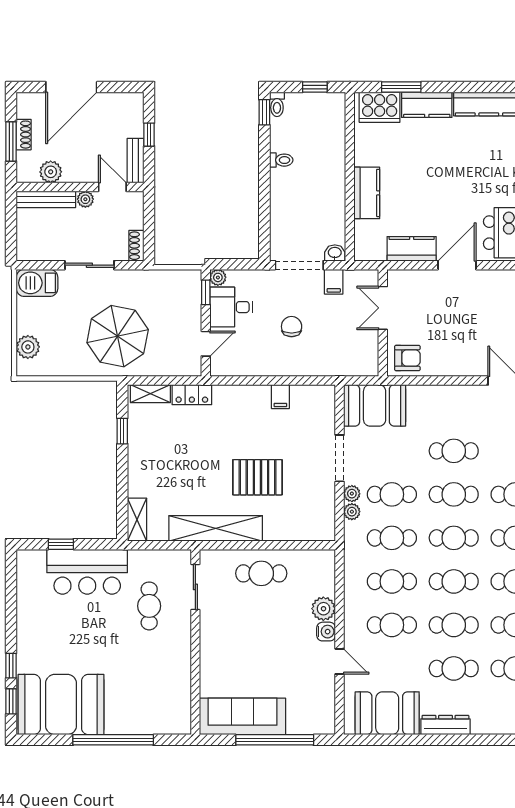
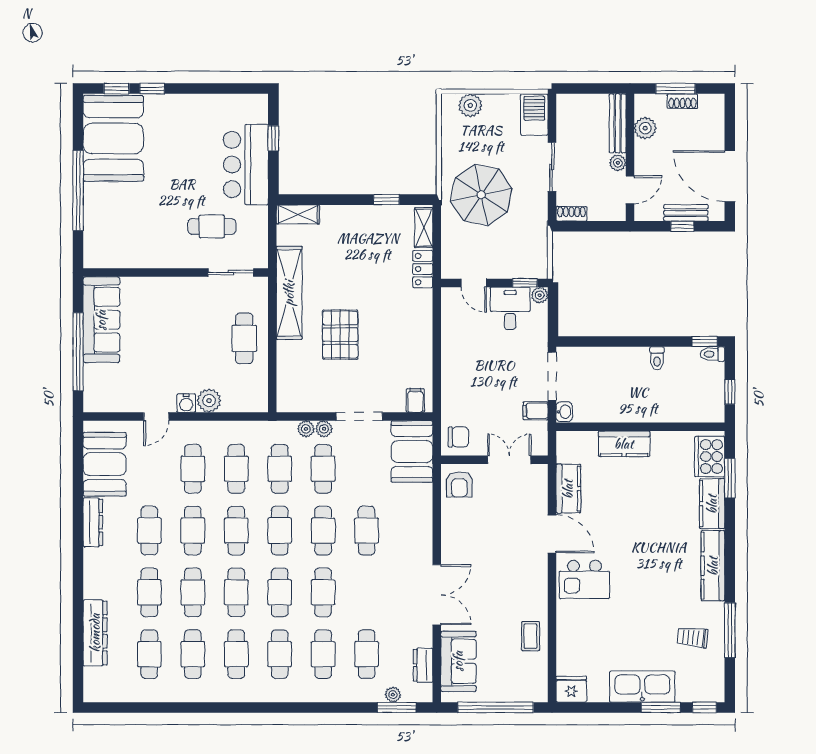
door: (71, 87) -> (730, 176), moved
bench: (135, 161) -> (686, 213), moved
chair: (292, 327) -> (458, 437), moved
filing cabinet: (280, 397) -> (415, 400), moved, turned 90

